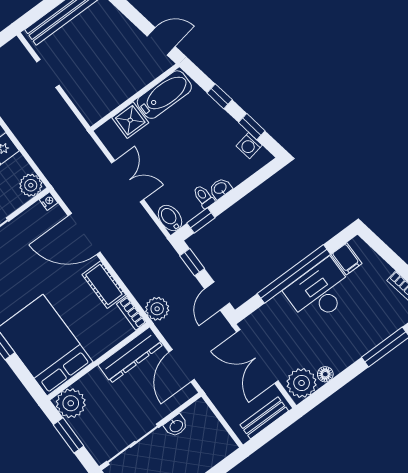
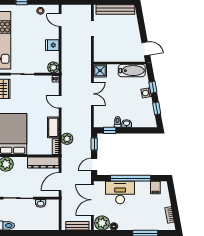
shower: (130, 120) -> (100, 71), moved
washing machine: (249, 146) -> (146, 93), moved
bidet: (170, 218) -> (98, 120), removed
door: (84, 234) -> (60, 102), width x0.53
desk: (320, 292) -> (120, 193), moved
plant: (157, 309) -> (67, 139), moved

